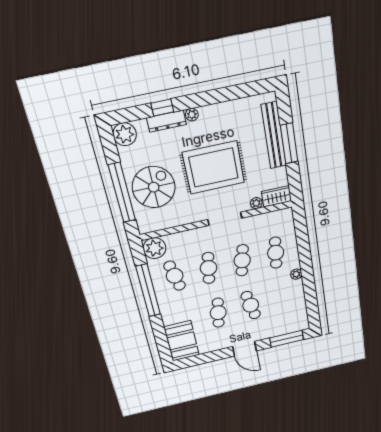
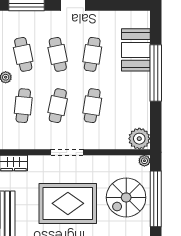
plant: (256, 203) -> (144, 161), moved
cafe table: (175, 276) -> (23, 54), moved
window: (148, 290) -> (156, 73), moved
booth: (182, 341) -> (136, 50), moved

